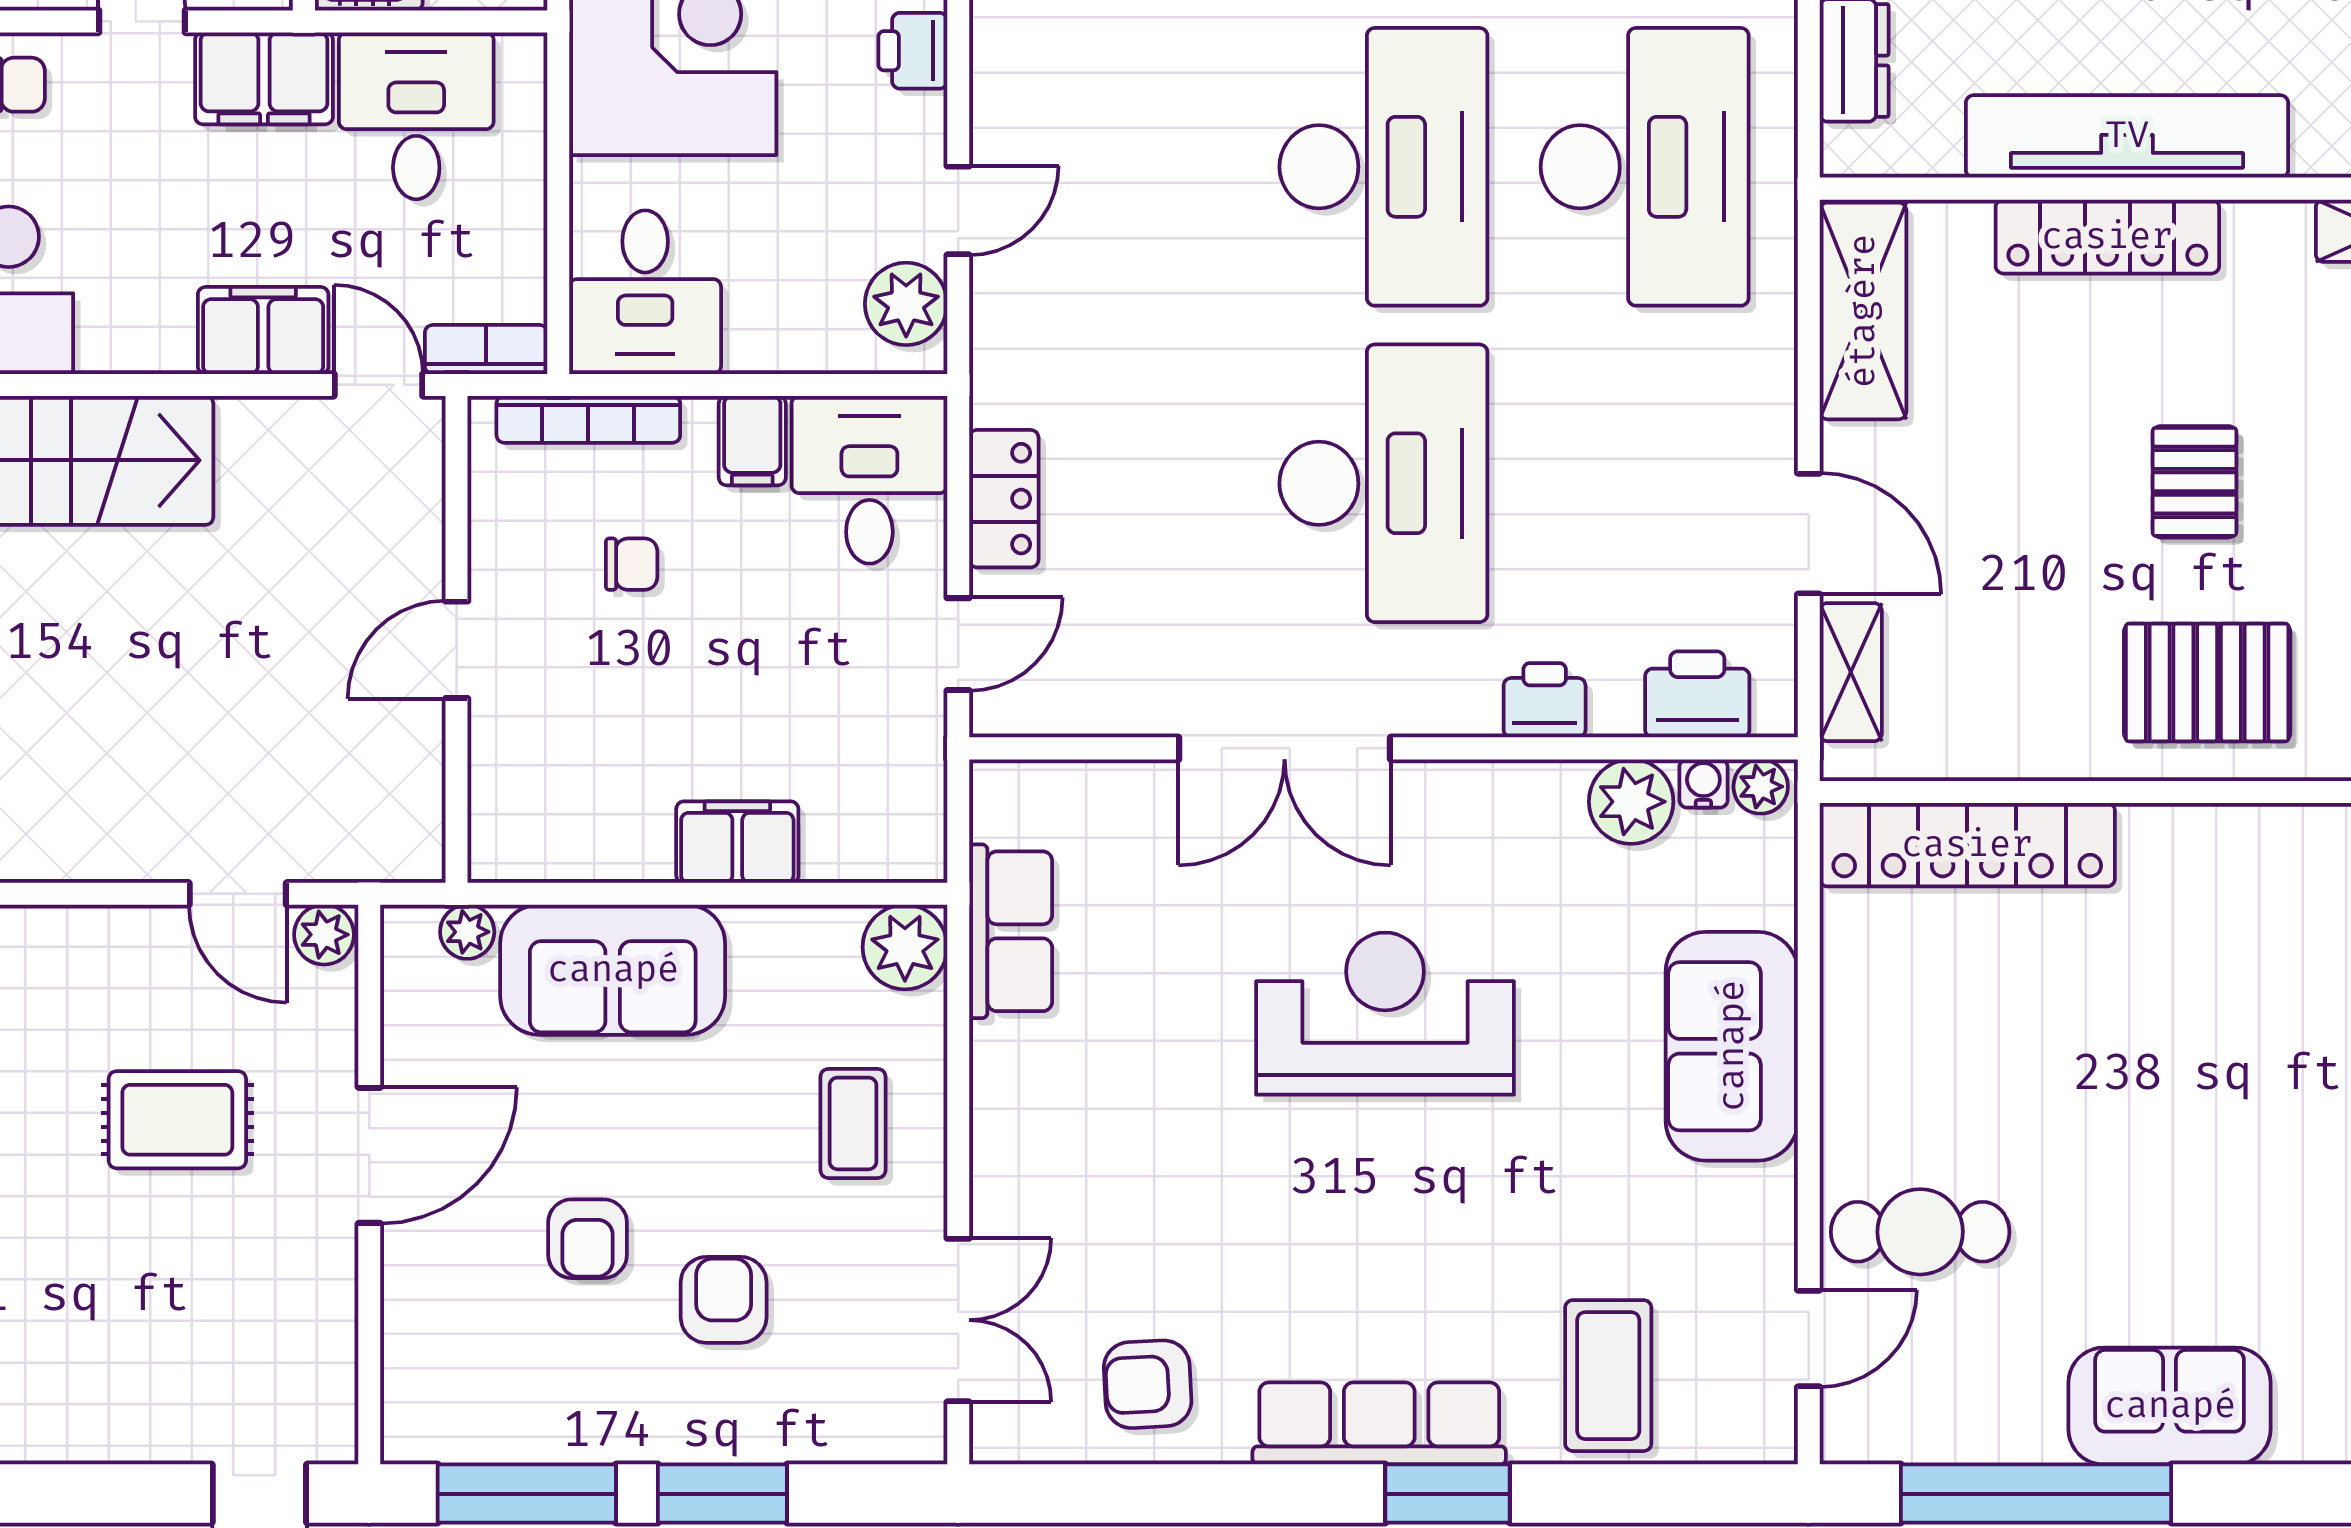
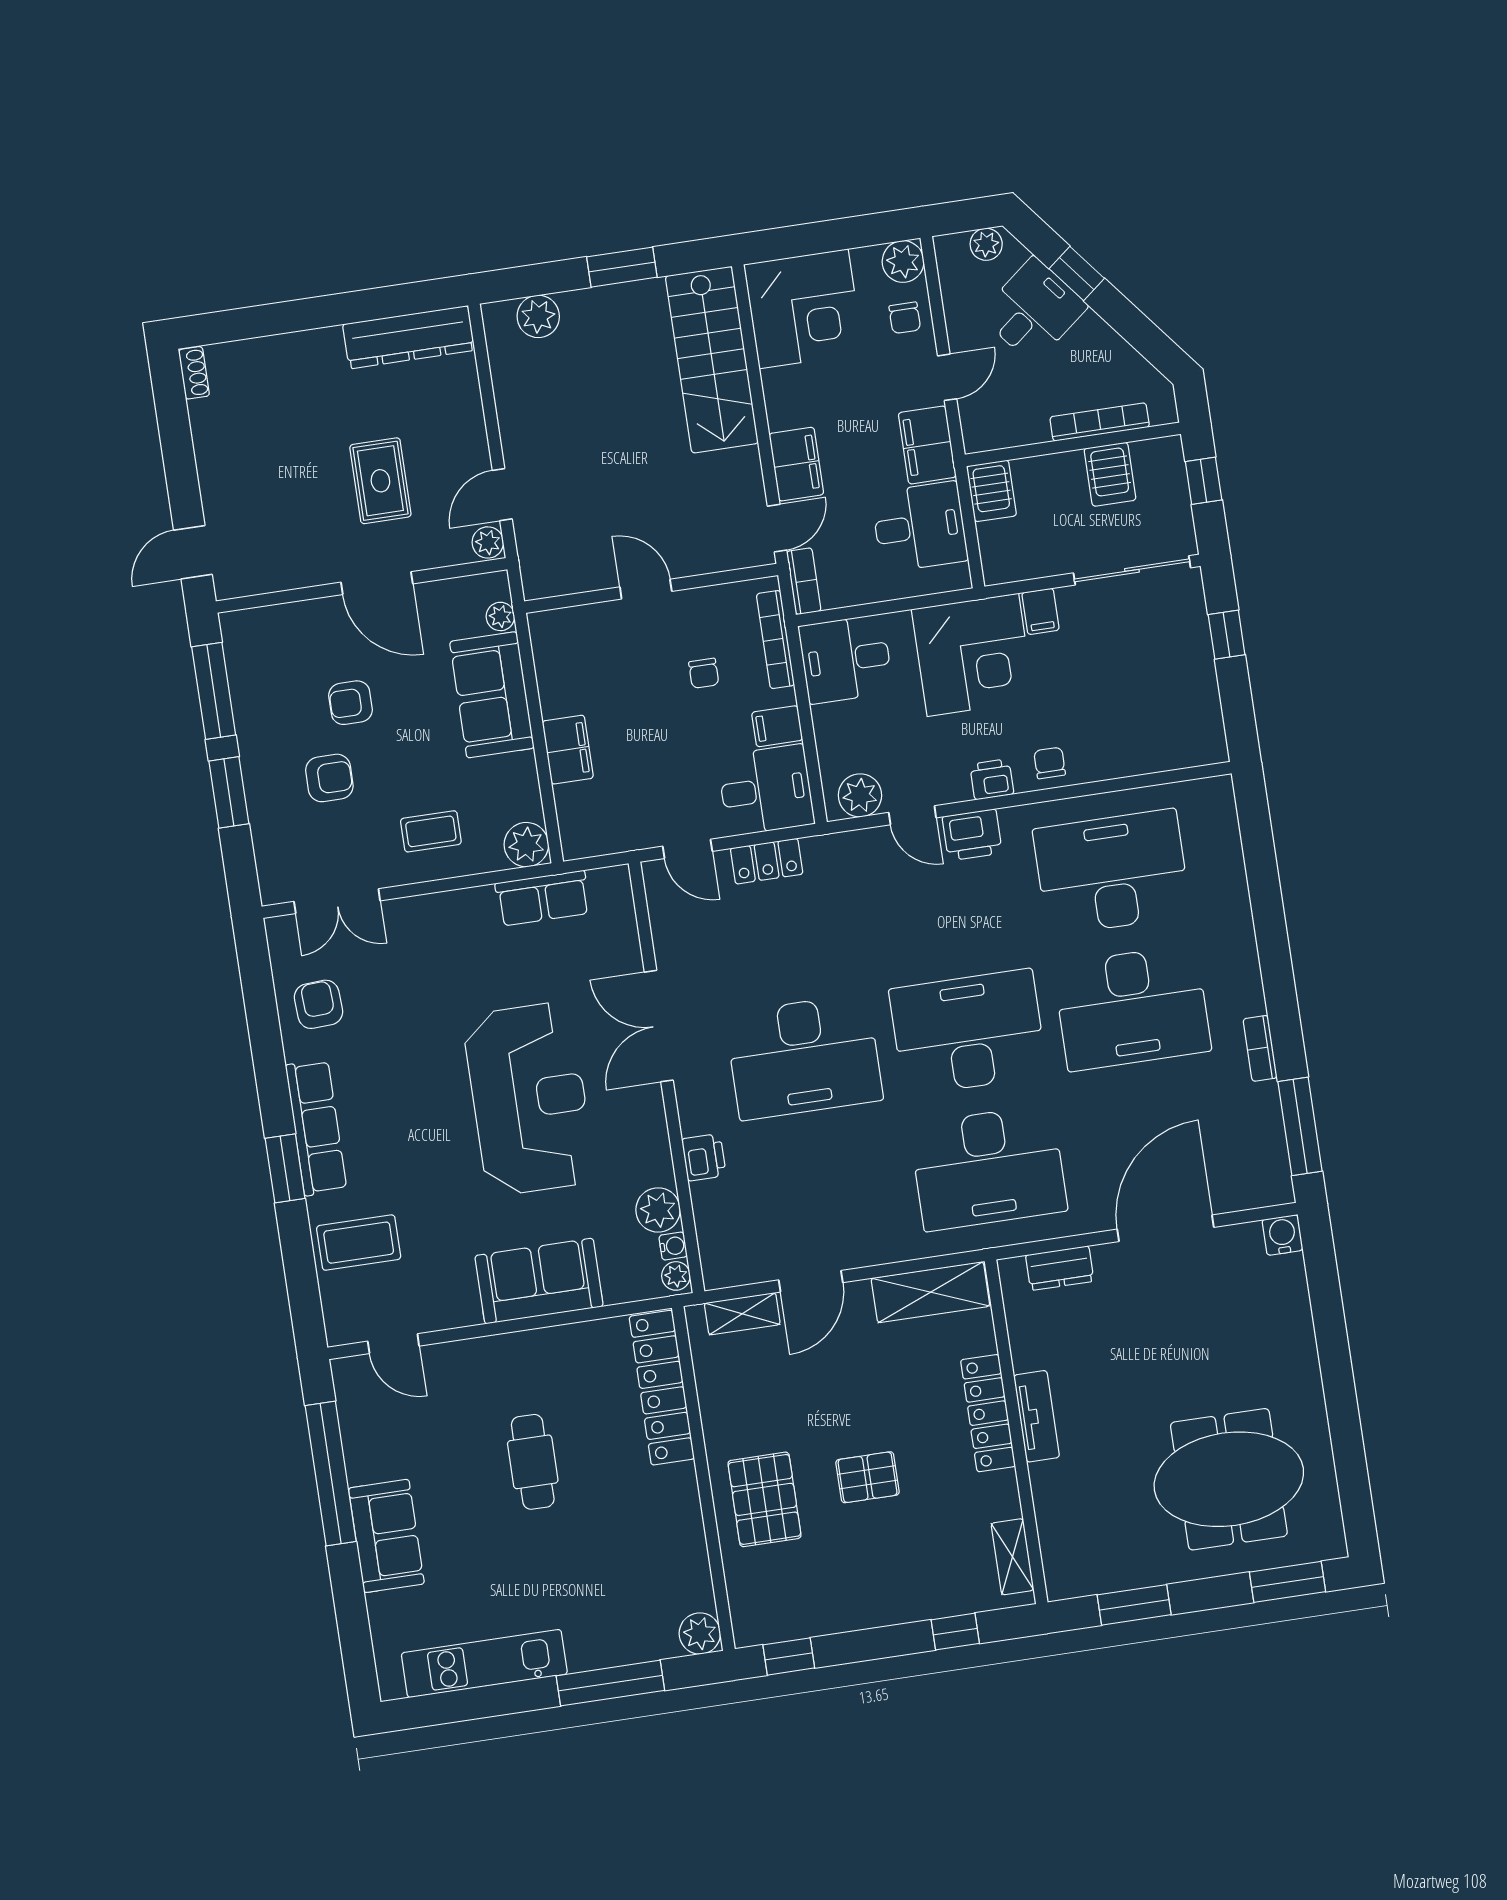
tv unit: (2127, 136) -> (1037, 1416), width x0.52, depth x0.78
desk: (1383, 167) -> (968, 1032), turned 180
printer: (1697, 694) -> (972, 835), moved, turned 90
reception desk: (1385, 1014) -> (529, 1099), width x1.36, depth x1.30
cafe table: (1920, 1232) -> (533, 1462), moved

